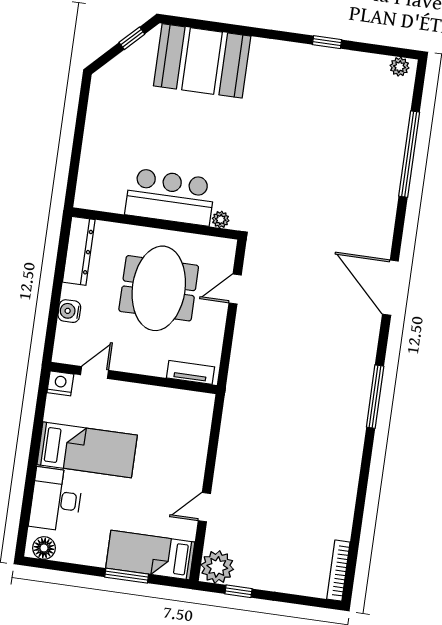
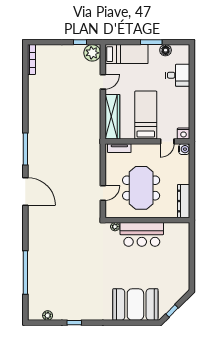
plant: (399, 67) -> (48, 316), moved
door: (390, 288) -> (25, 191), moved
water cooler: (69, 311) -> (184, 149), moved
wardrobe: (195, 436) -> (112, 117), added
bed: (87, 450) -> (146, 115), moved, turned 90
desk: (56, 500) -> (178, 75), width x0.73
floor lamp: (44, 548) -> (166, 50), moved
window: (127, 576) -> (151, 42), moved

